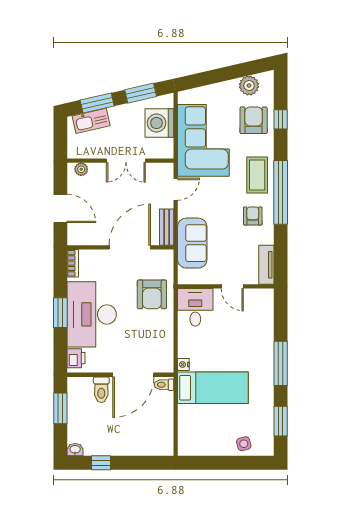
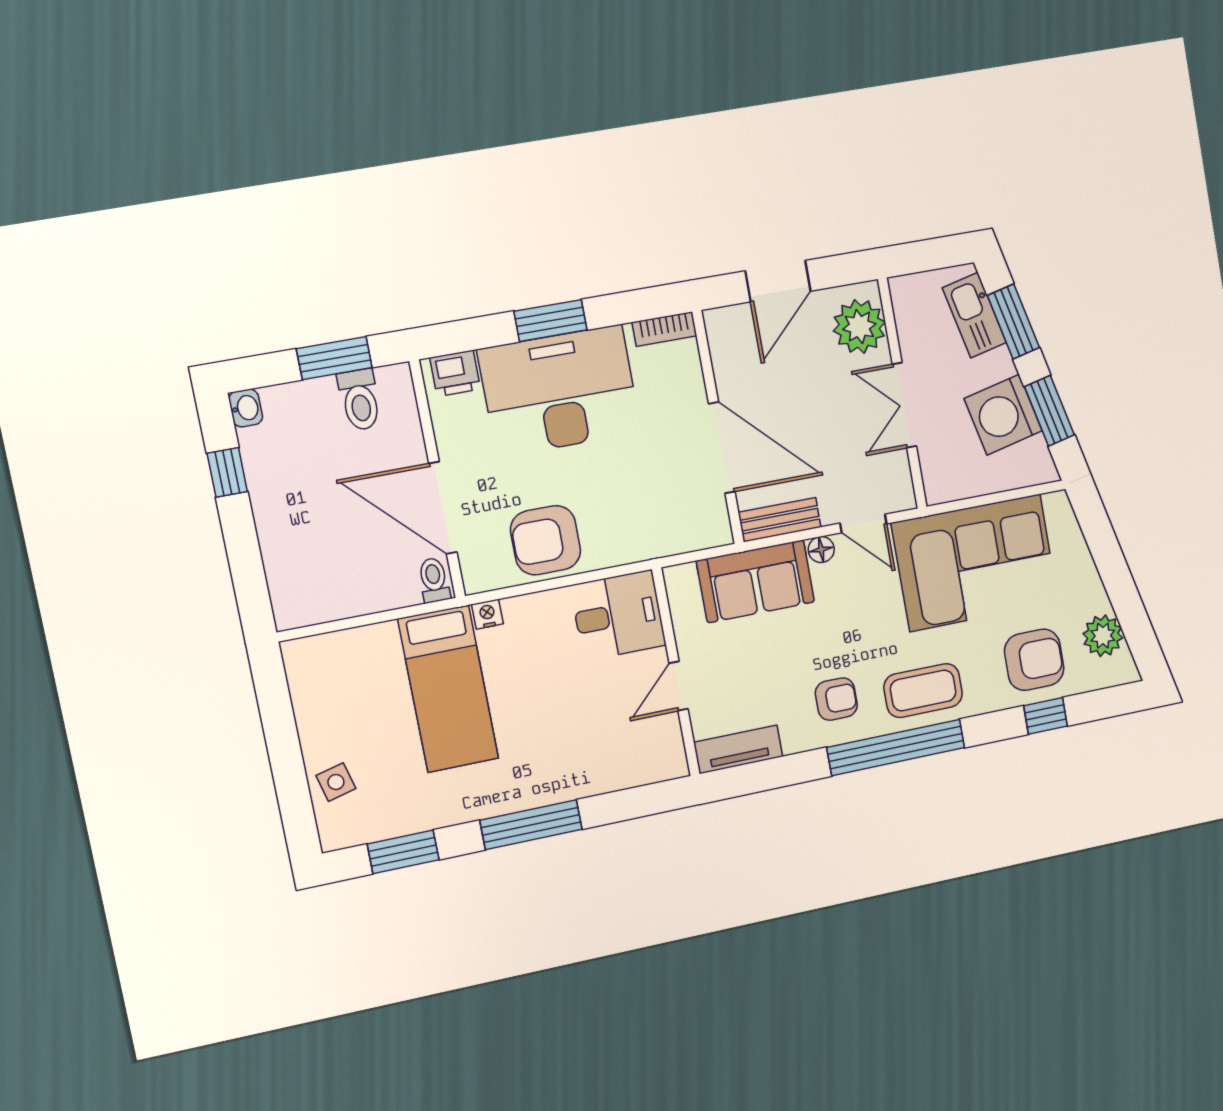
washing machine: (159, 123) -> (1003, 415), moved, turned -103
plant: (81, 169) -> (859, 327), width x1.87, depth x1.87
floor lamp: (184, 211) -> (821, 550), added
armchair: (152, 294) -> (546, 540), moved
toilet: (101, 390) -> (360, 400), moved, turned -90

